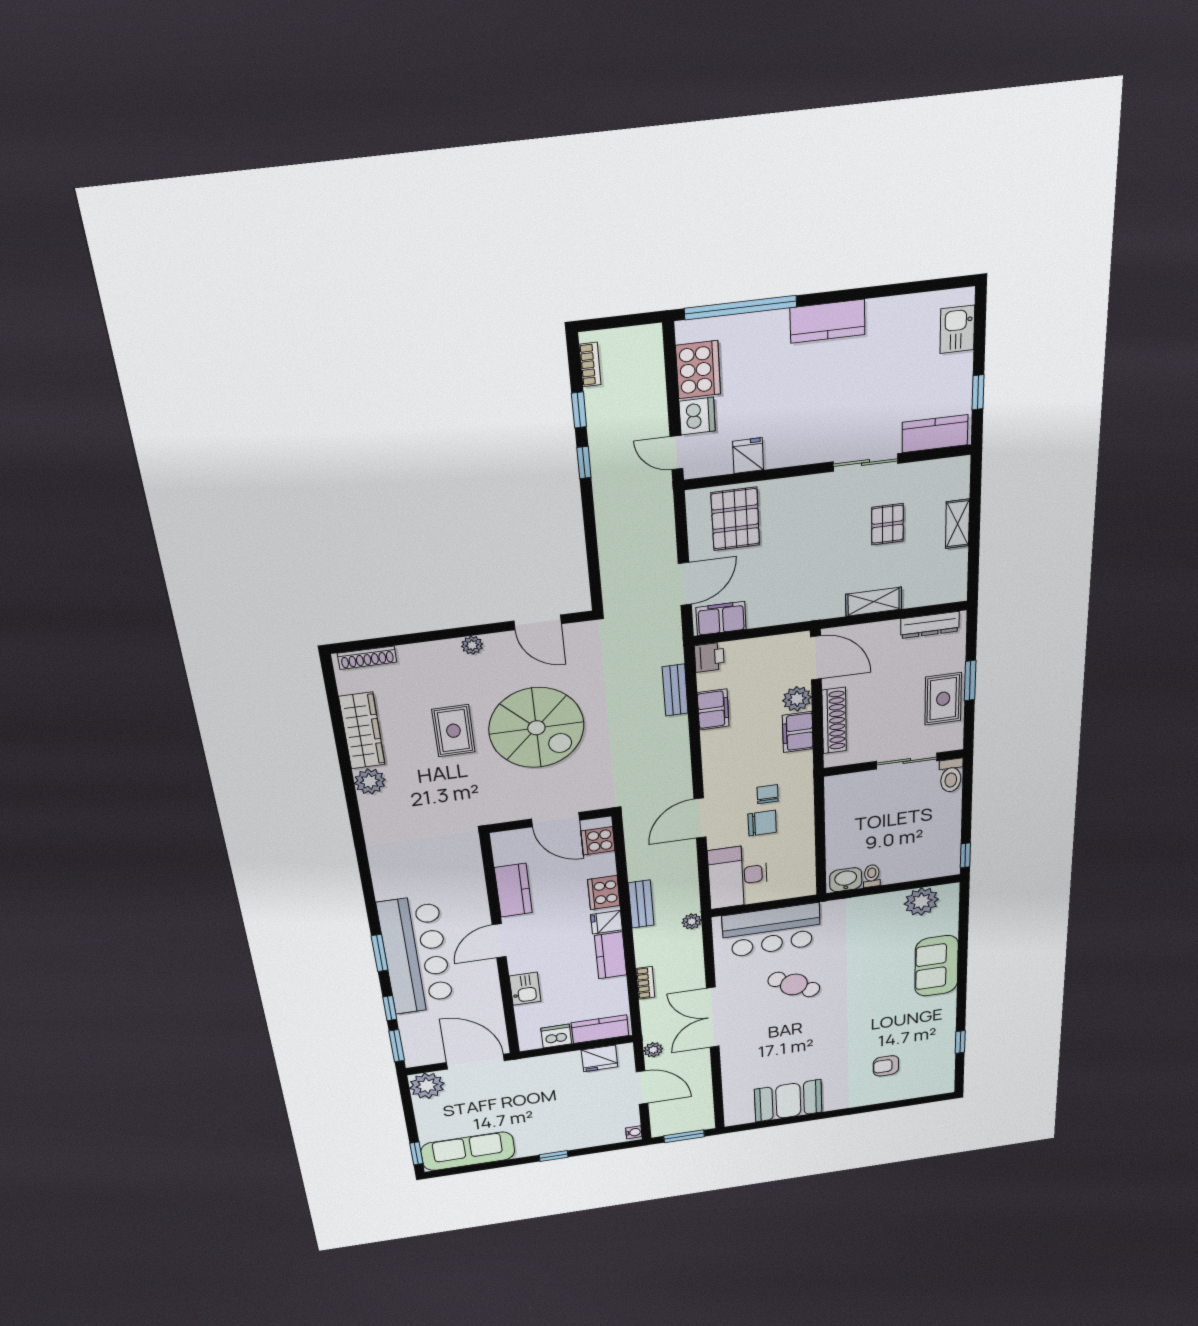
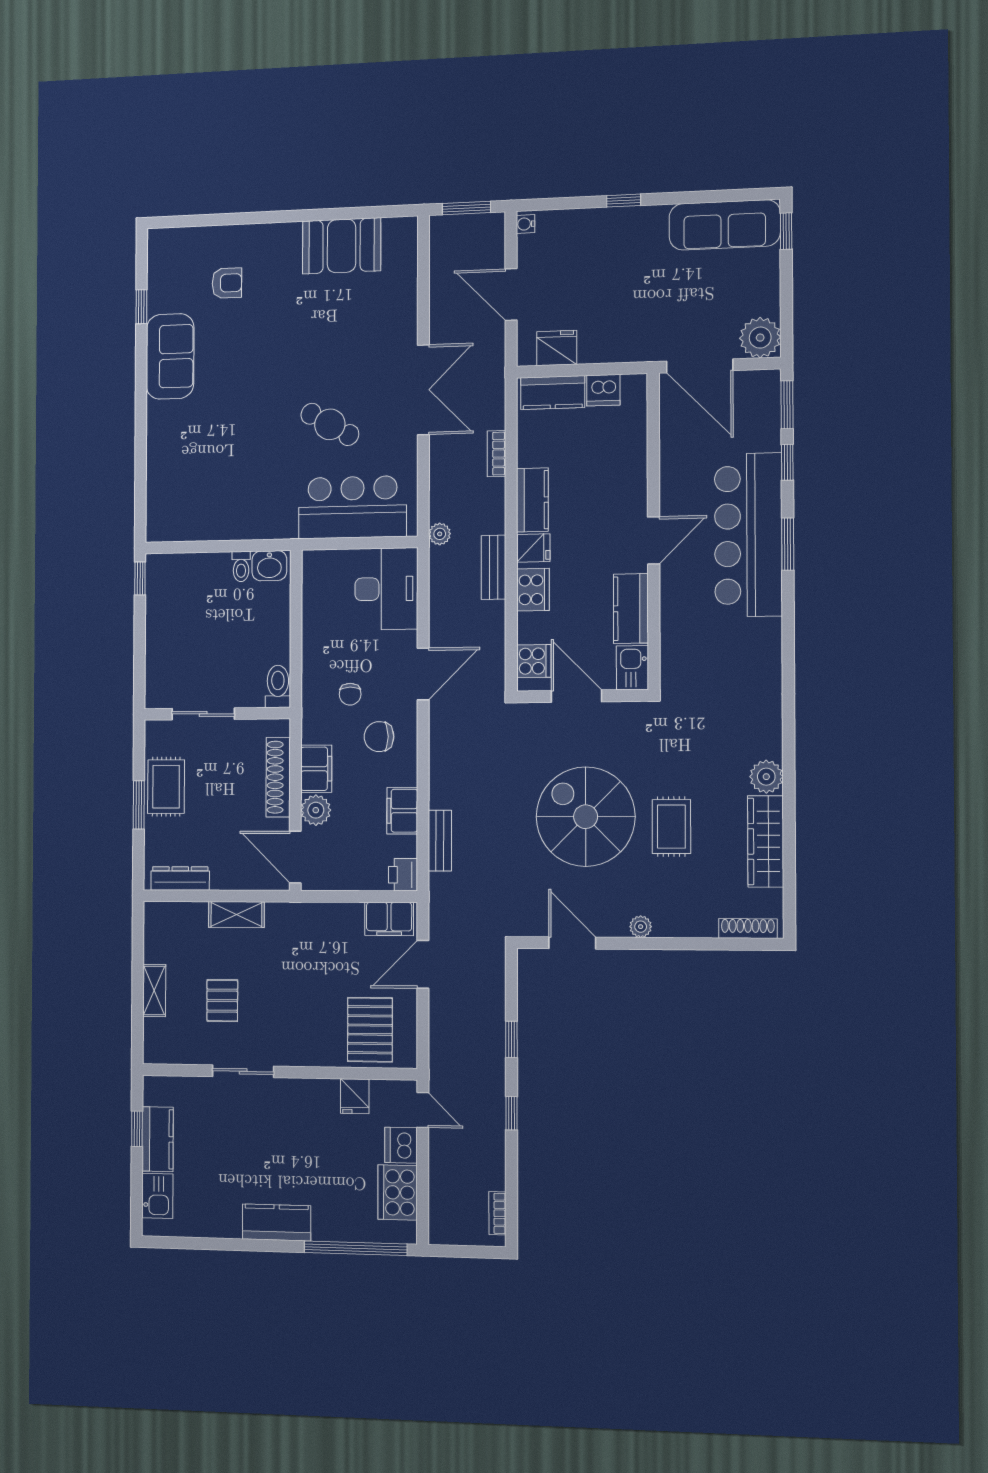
window: (579, 410) -> (511, 1039), moved
kitchen counter: (935, 434) -> (158, 1139), moved, turned -90
toilet: (951, 776) -> (278, 686), moved
chair: (762, 823) -> (379, 737), moved
plant: (921, 902) -> (187, 522), removed
sofa: (937, 966) -> (170, 356), moved
kitchen sink: (525, 989) -> (632, 668), moved
plant: (653, 1050) -> (494, 351), removed

